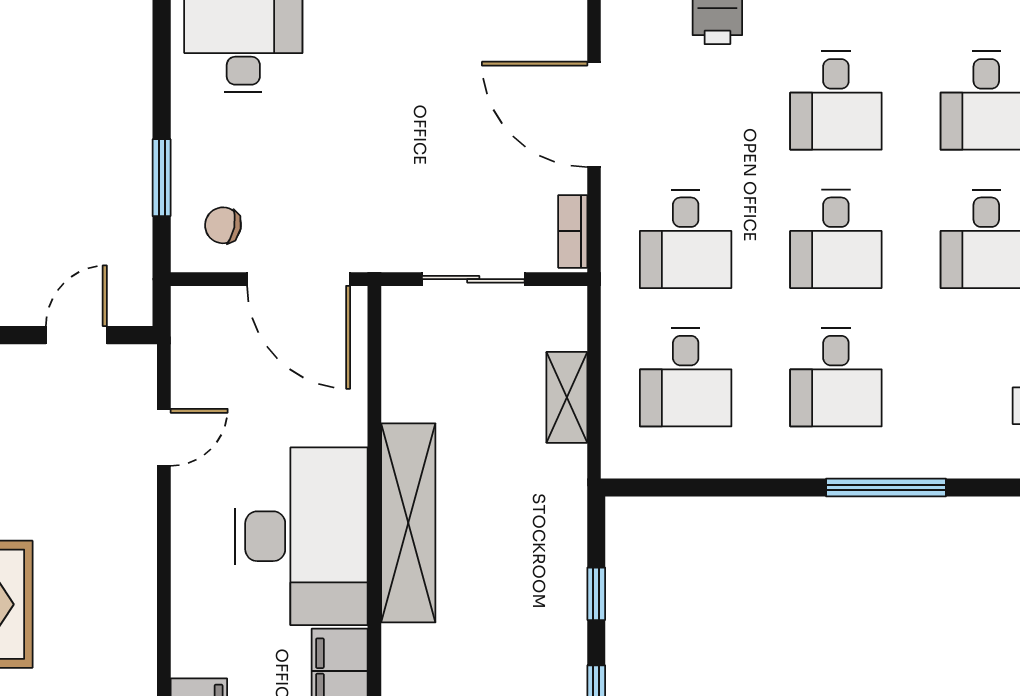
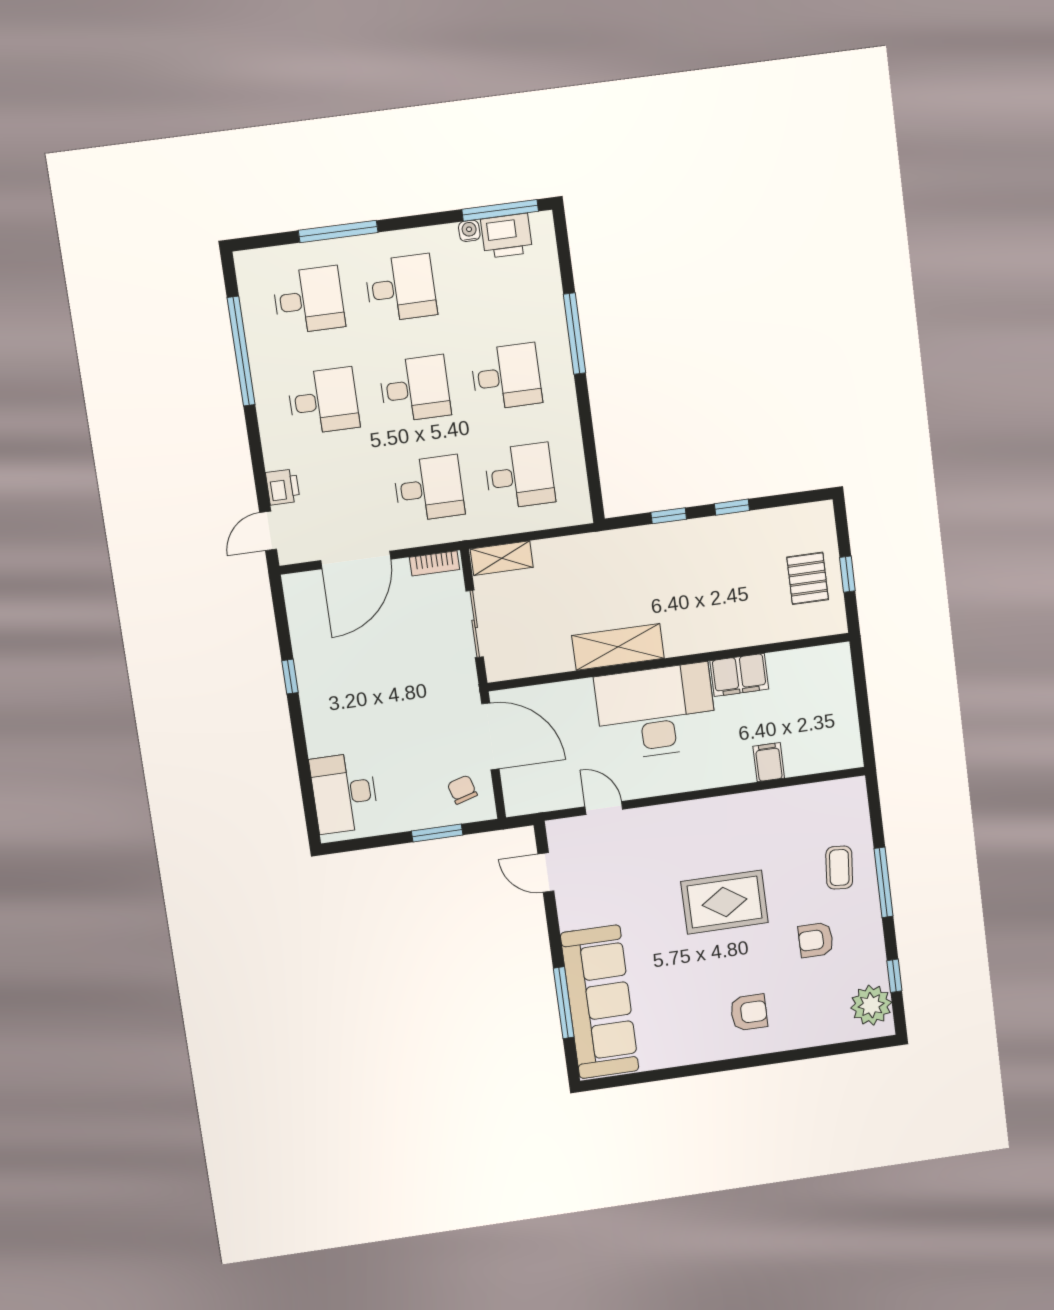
chair: (223, 225) -> (462, 790), turned 153
door: (299, 279) -> (490, 736), hinge flipped
shelving: (567, 397) -> (502, 558), moved
shelving: (408, 523) -> (618, 647), width x0.68

